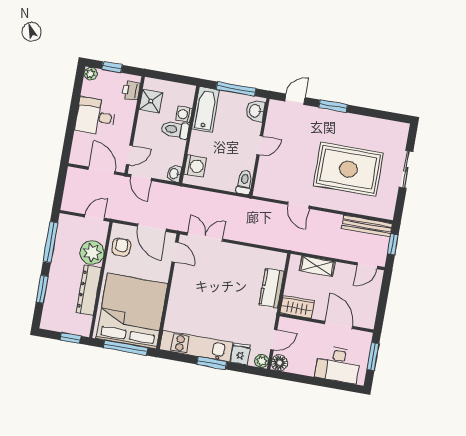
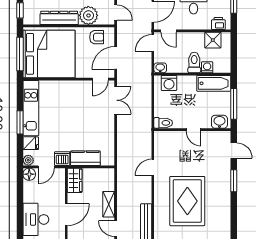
shelving: (317, 266) -> (109, 204), moved
dishwasher: (267, 318) -> (62, 159), added
door: (274, 340) -> (46, 167), hinge flipped

